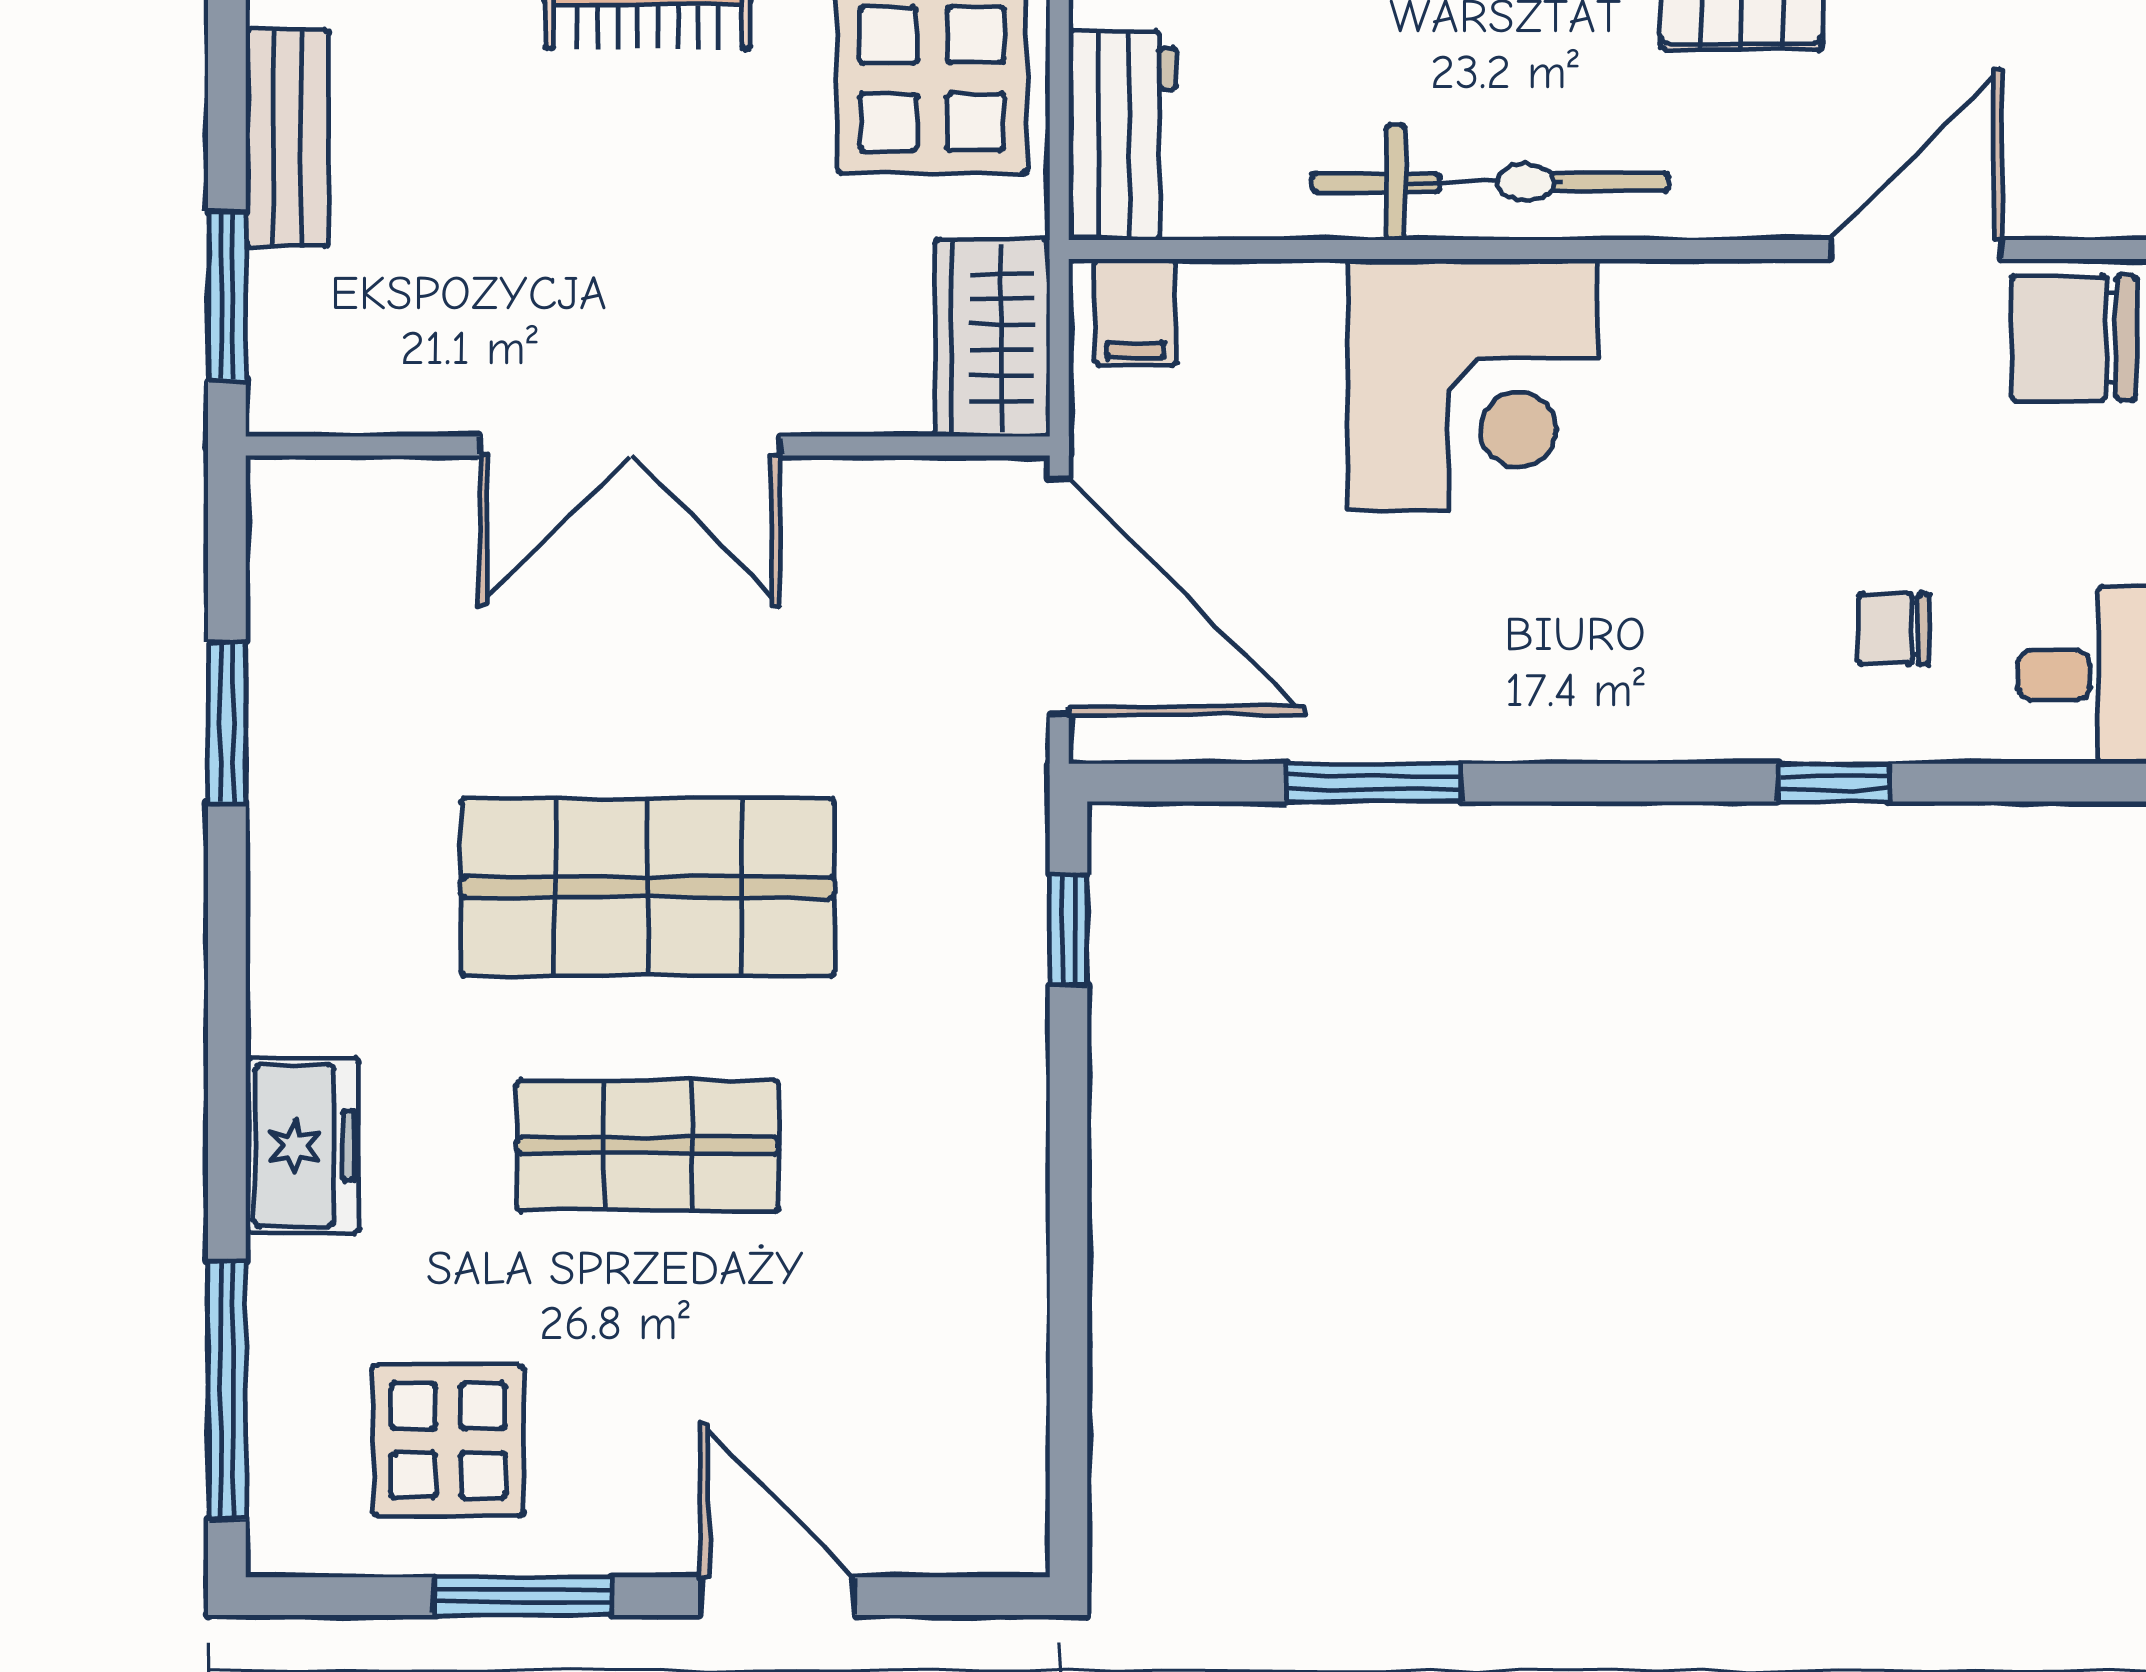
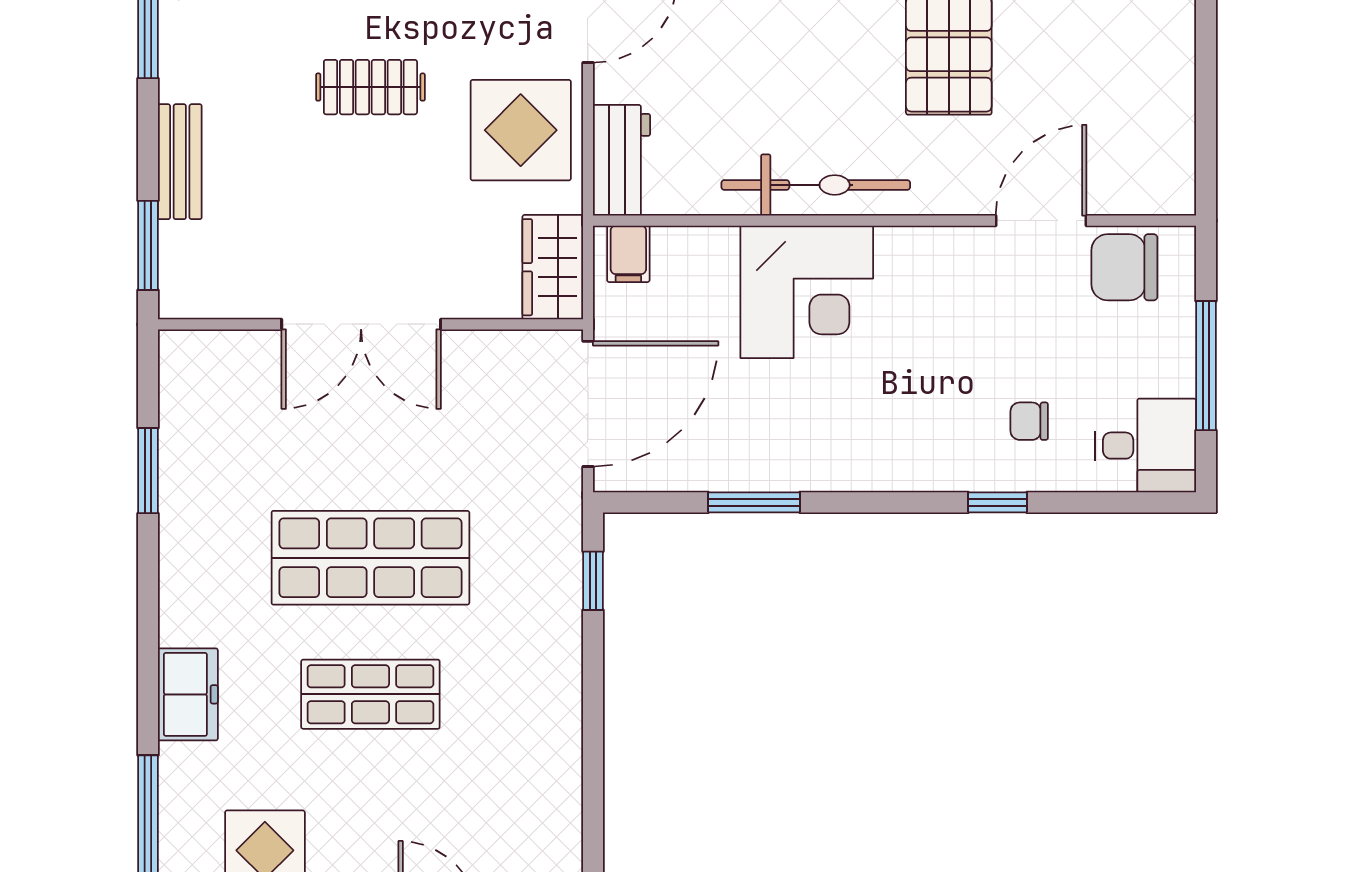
door: (1059, 596) -> (588, 404), hinge flipped

